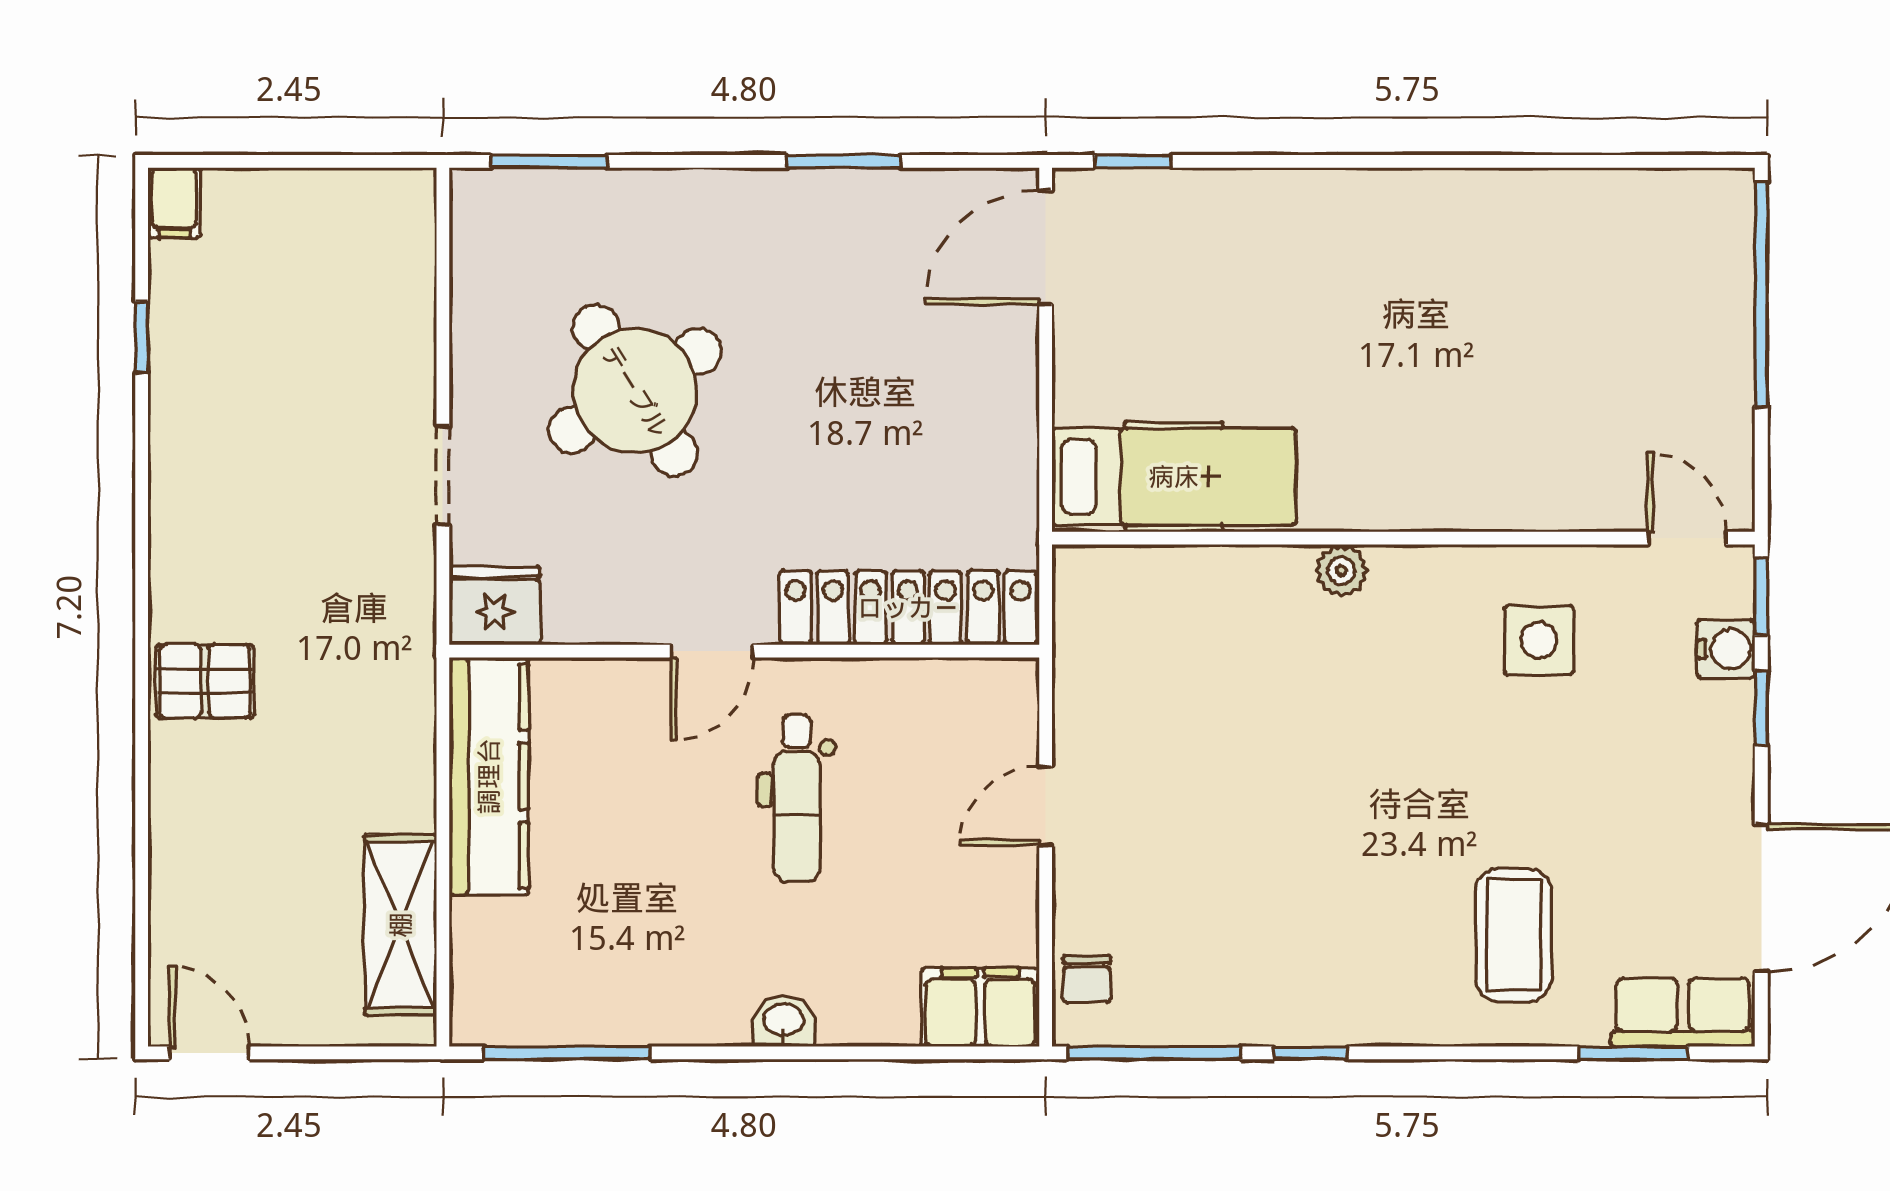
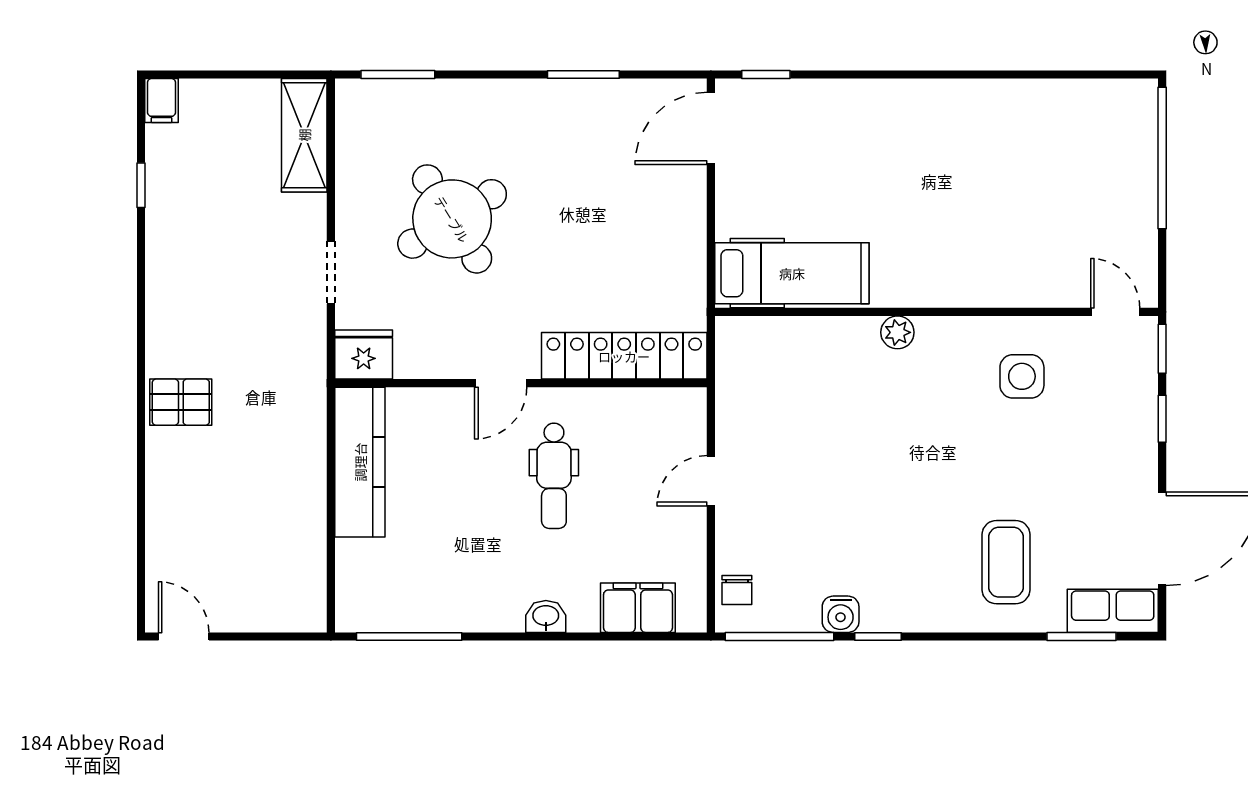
water cooler: (1726, 649) -> (841, 614), moved, turned 90
shelving: (401, 925) -> (304, 135), moved
filing cabinet: (980, 1007) -> (638, 608), moved

